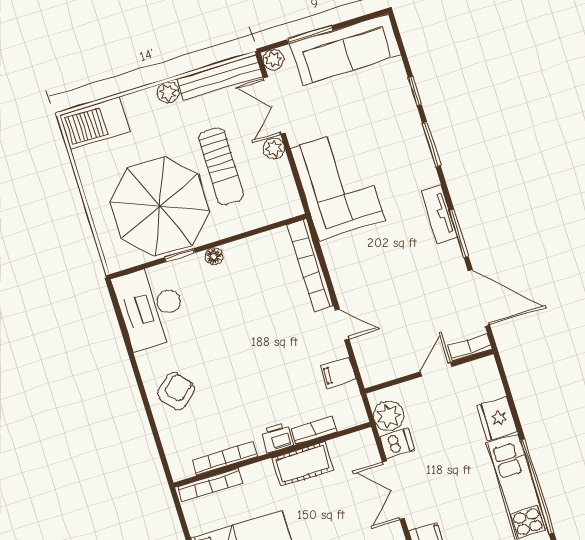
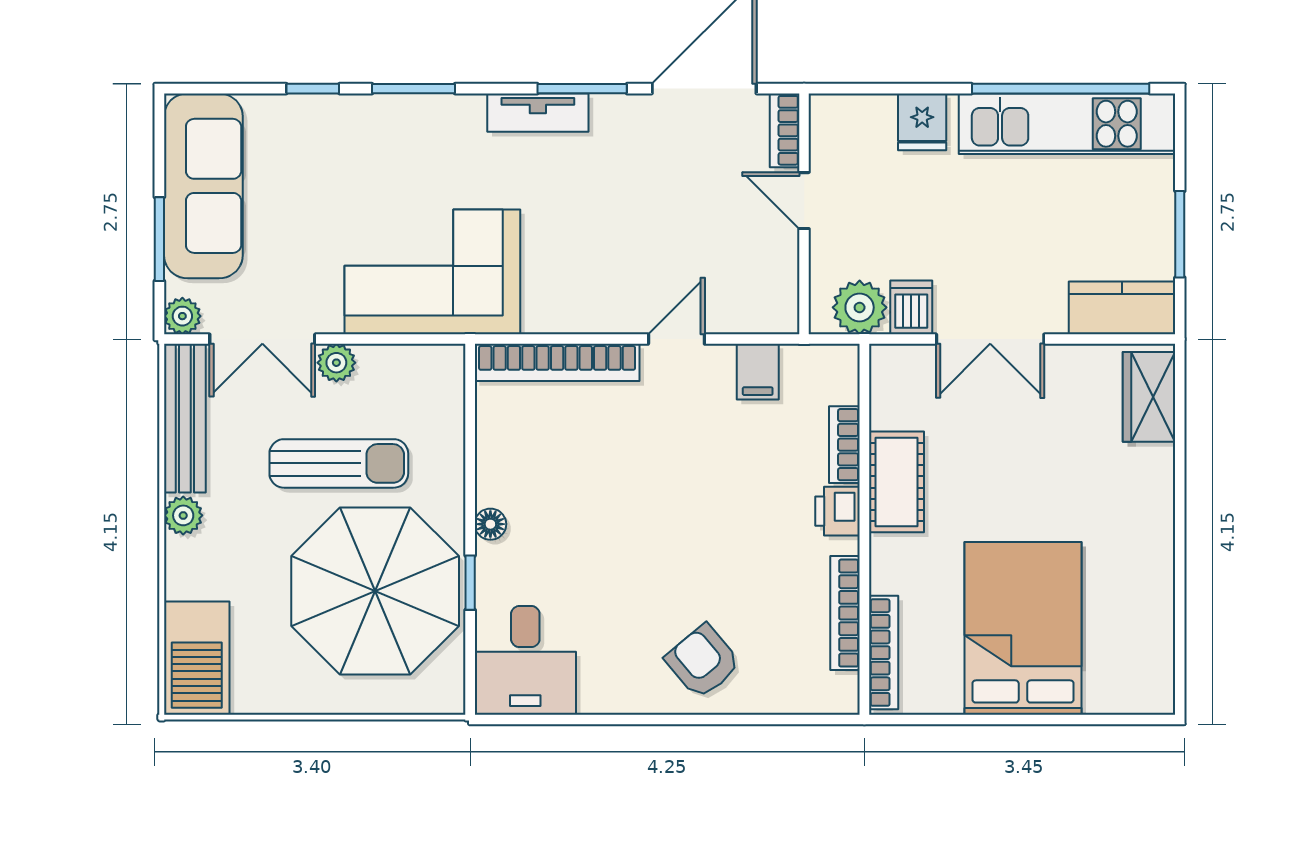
desk: (151, 307) -> (525, 660), width x0.73
fridge: (497, 419) -> (922, 122), width x0.72

